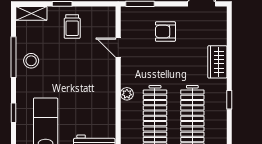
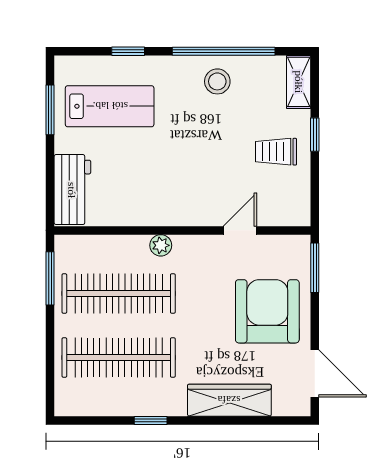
armchair: (165, 32) -> (267, 311), width x1.88, depth x1.88
window: (13, 57) -> (224, 51), width x1.46
wardrobe: (217, 62) -> (229, 400), width x1.50

